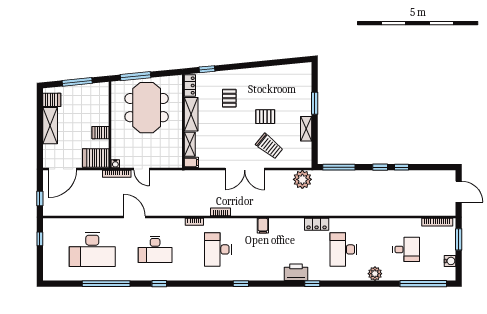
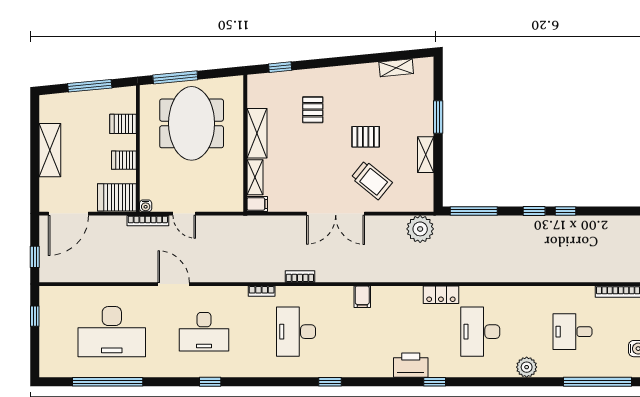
shelving: (286, 70) -> (396, 68), added
locker: (190, 85) -> (255, 91), removed
server rack: (52, 100) -> (123, 124), moved, turned 180
desk: (406, 249) -> (572, 332), turned 180
window: (106, 284) -> (108, 382), moved

